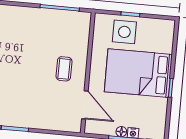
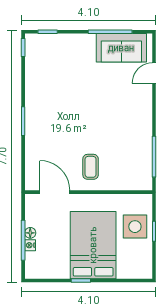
coffee table: (64, 69) -> (91, 167), turned 90
door: (85, 105) -> (55, 192), swing flipped

